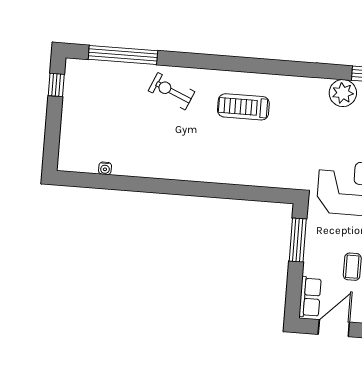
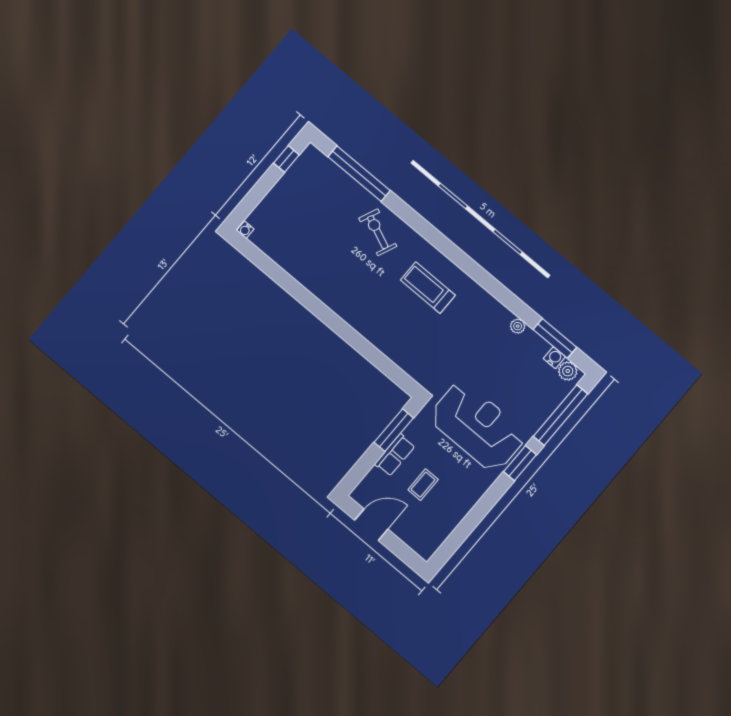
plant: (343, 93) -> (518, 326), width x0.53, depth x0.53
water cooler: (105, 168) -> (245, 230), moved
row of seats: (310, 297) -> (395, 455), moved

